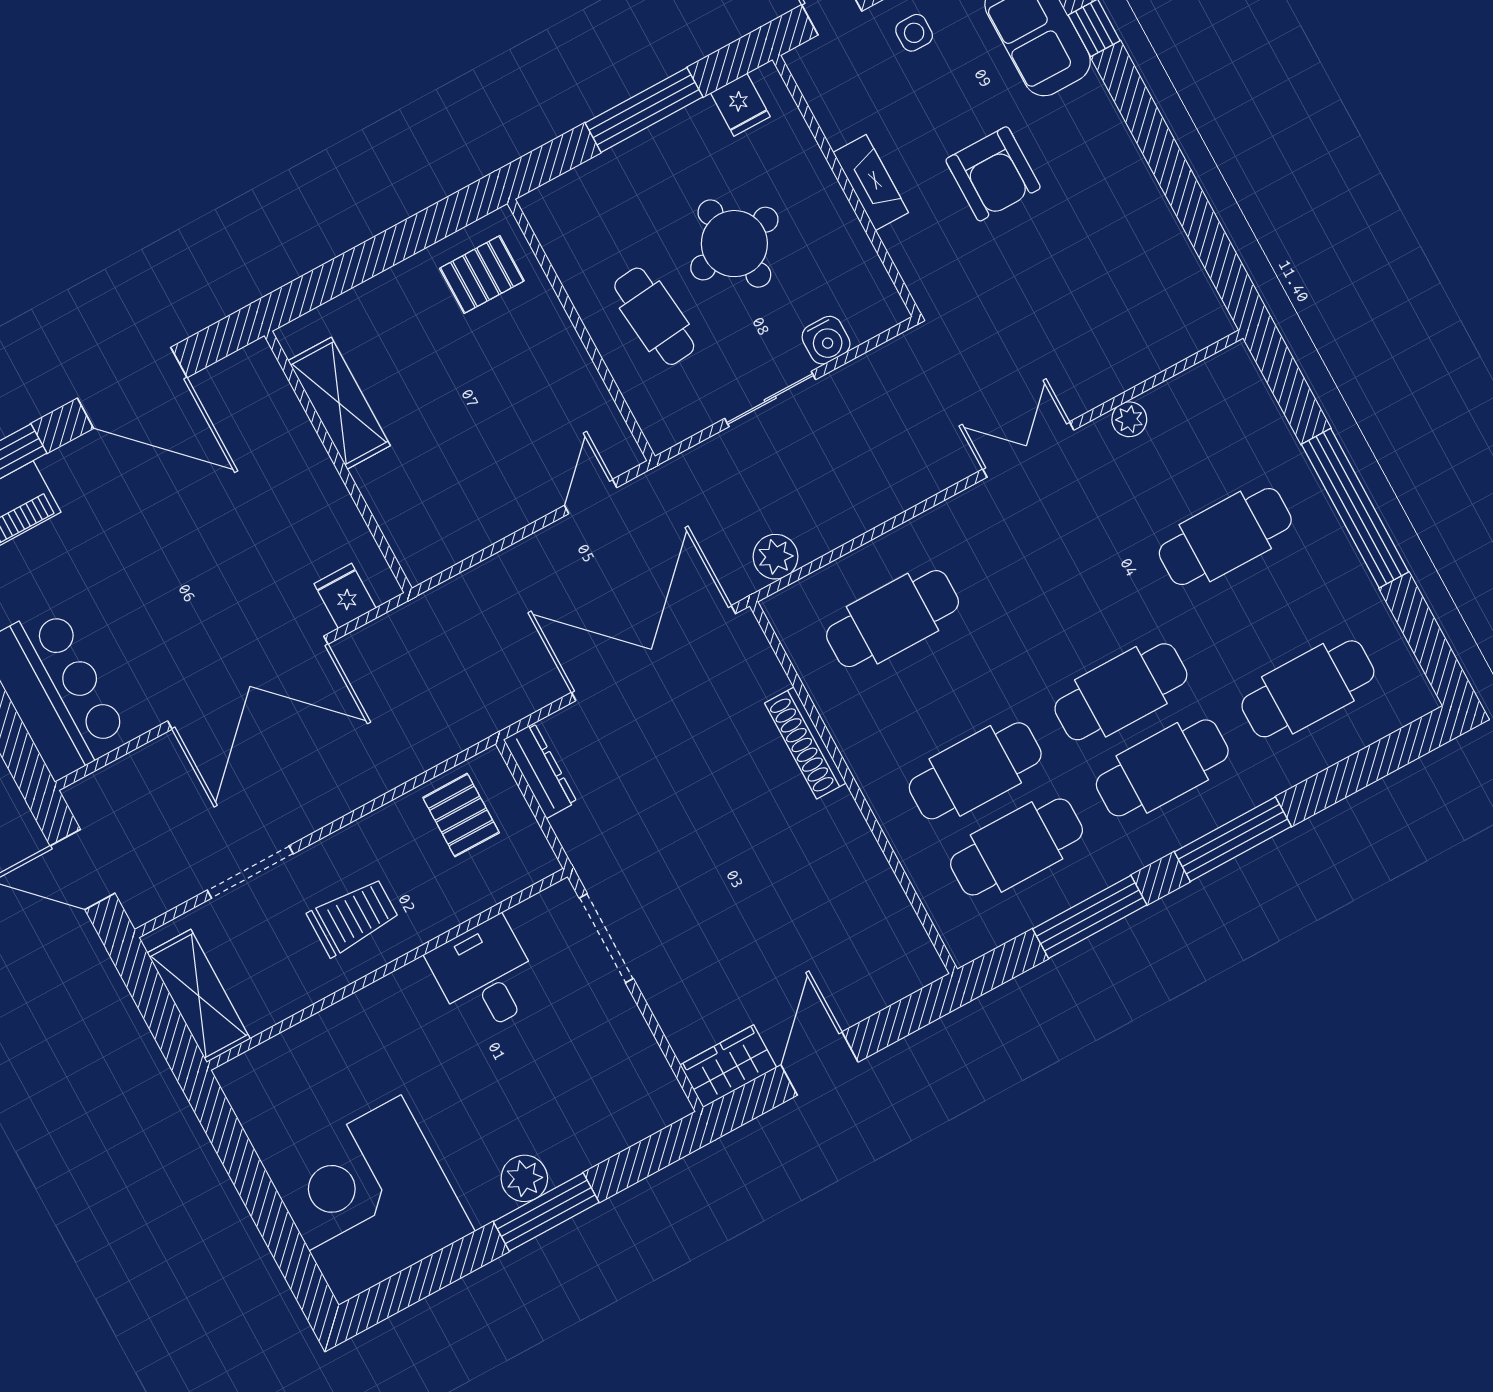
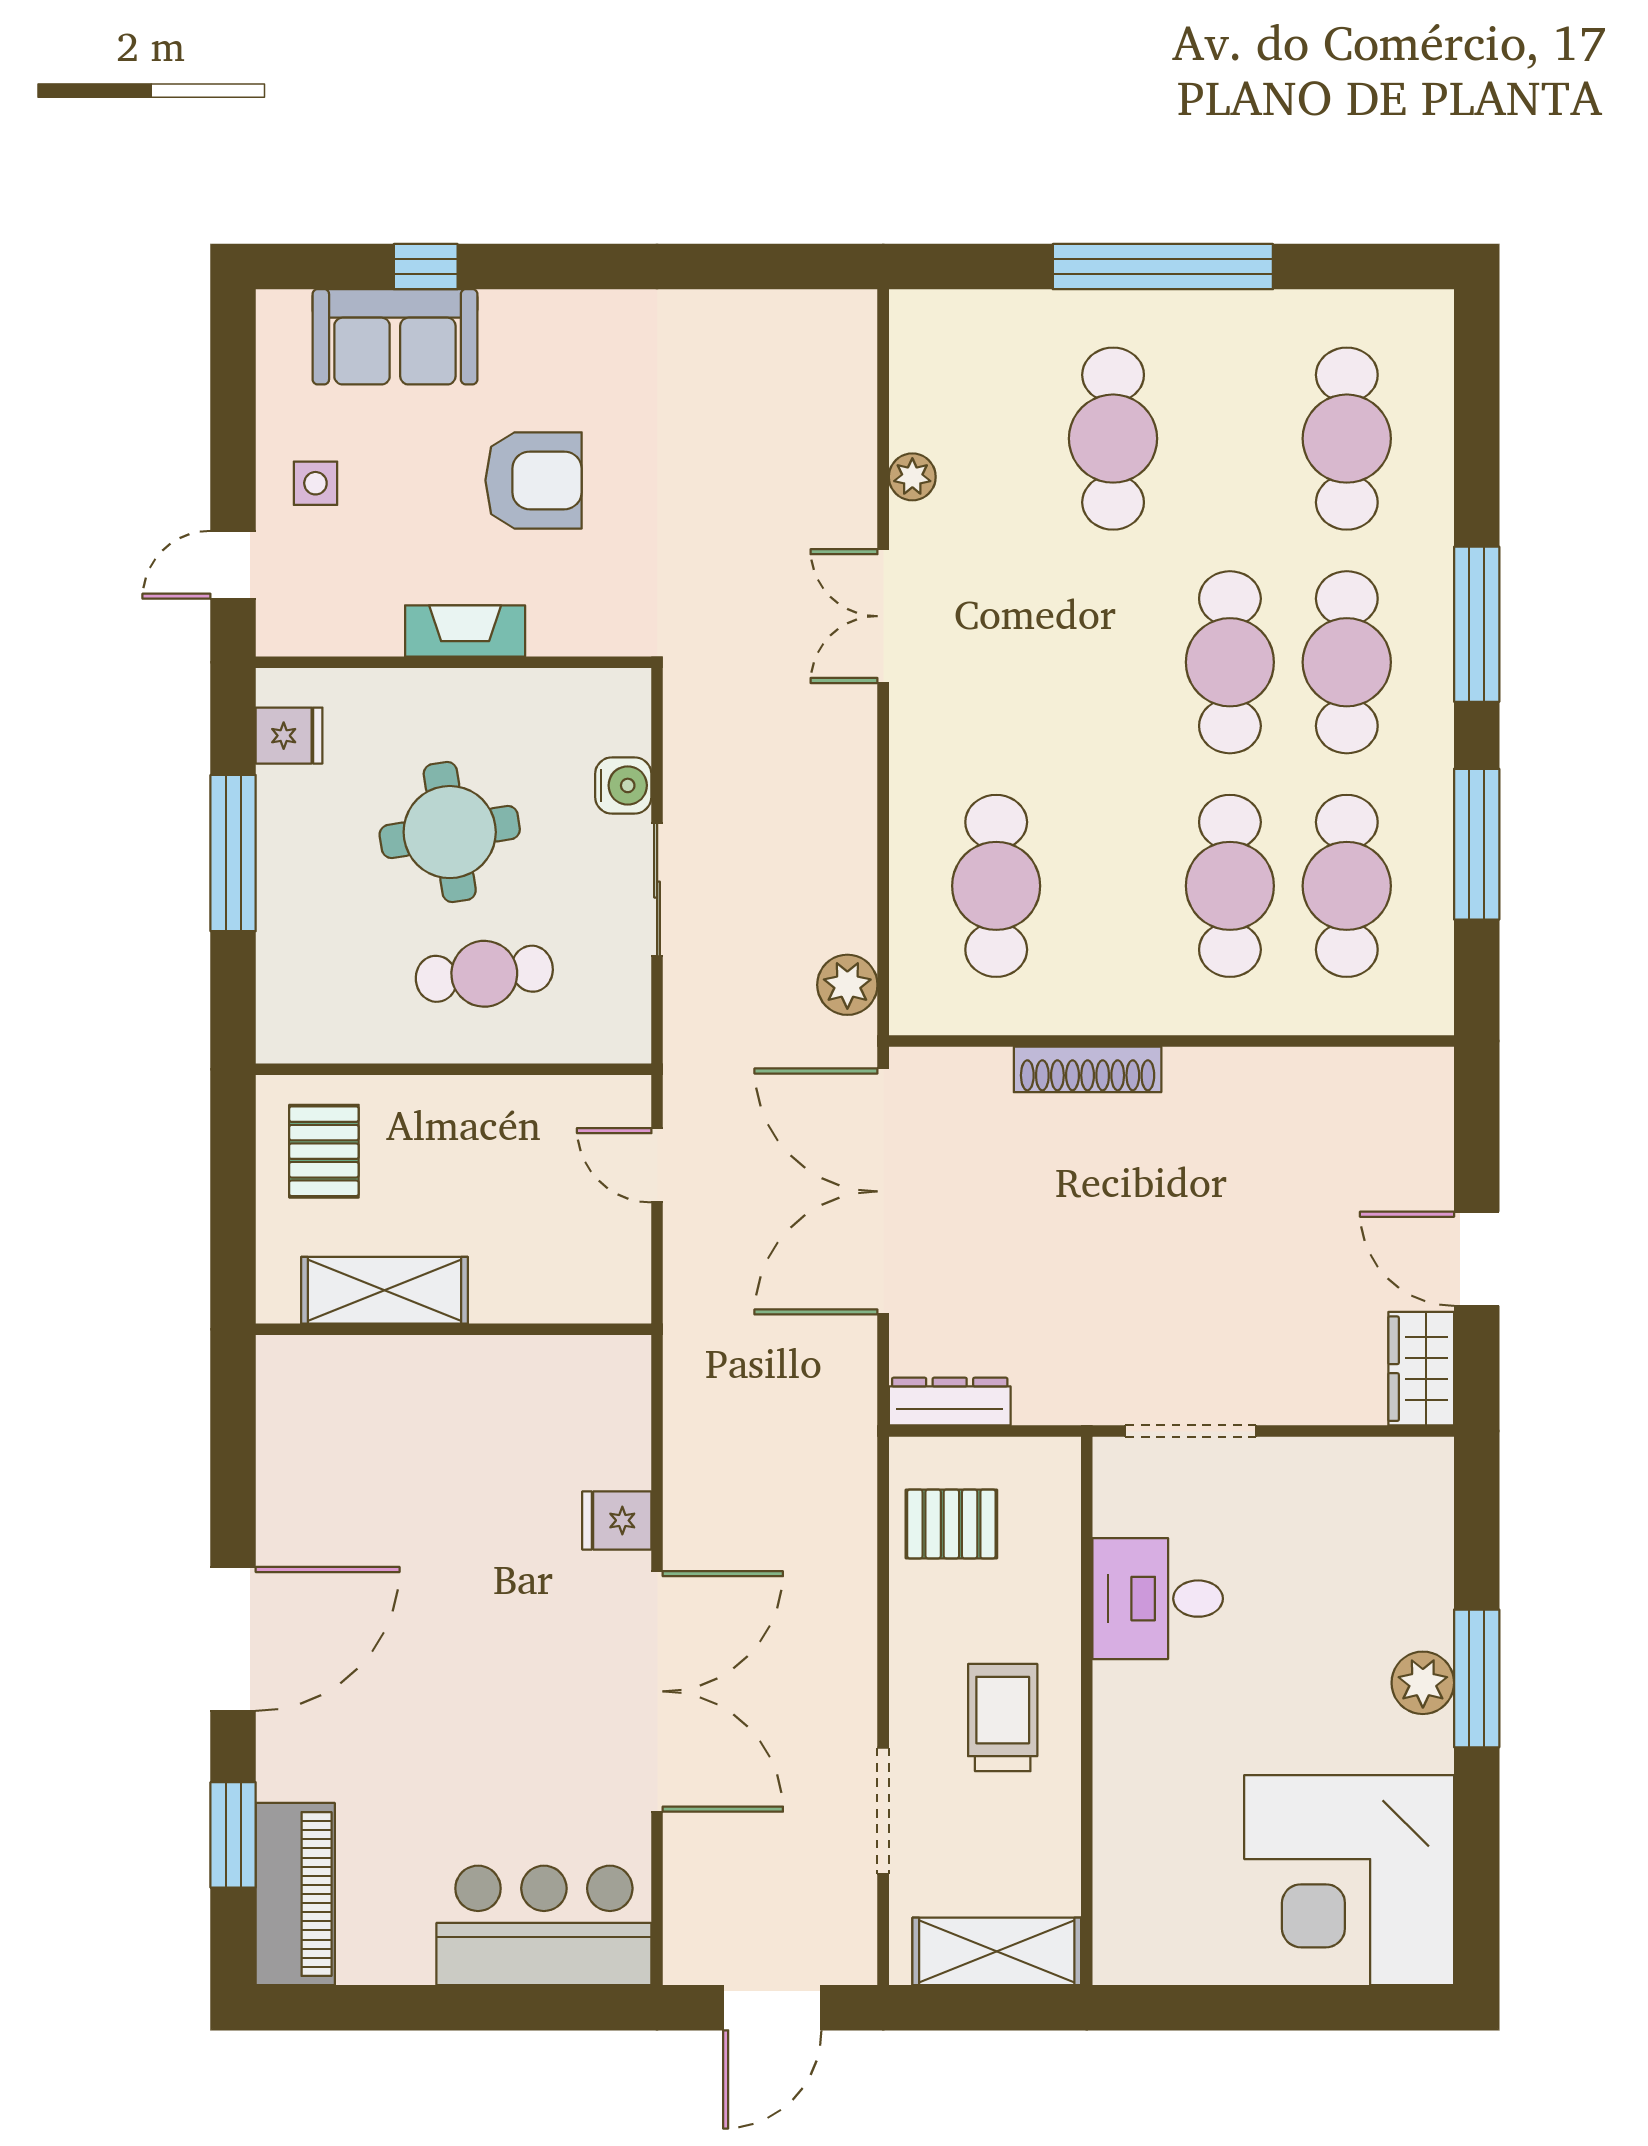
shelving: (339, 403) -> (385, 1290), moved
wall: (338, 462) -> (454, 1329), moved

